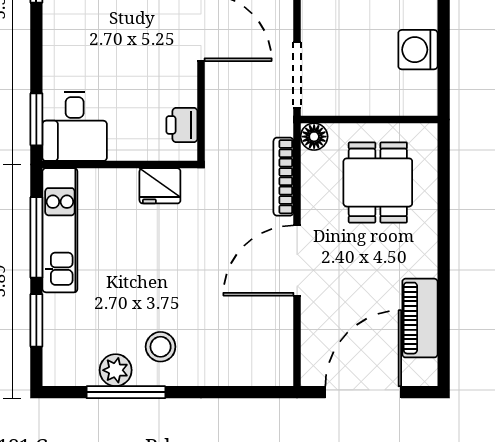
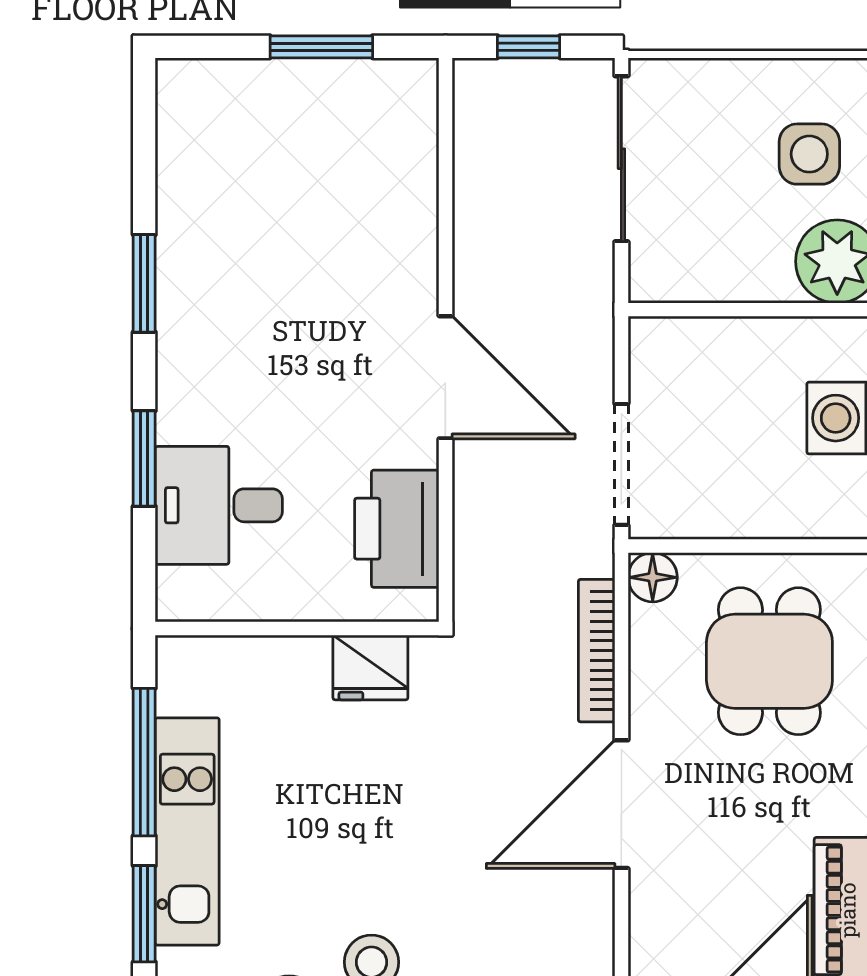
window: (36, 119) -> (144, 458), moved
printer: (182, 125) -> (397, 529), width x1.87, depth x1.48
desk: (75, 126) -> (219, 505), moved, turned 90
kitchen unit: (60, 230) -> (187, 831), moved

